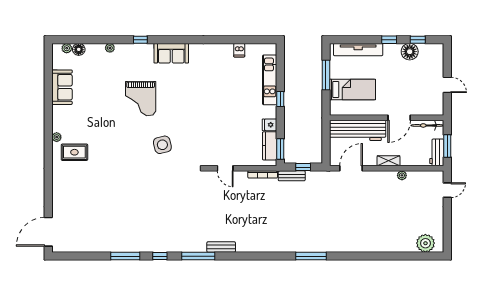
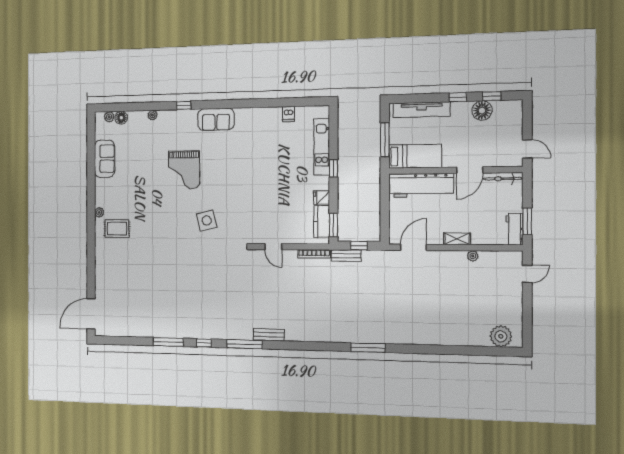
wall: (387, 118) -> (455, 170), moved
door: (399, 118) -> (470, 170), moved
bicycle: (427, 125) -> (503, 179), moved
workbench: (358, 130) -> (421, 185), moved

